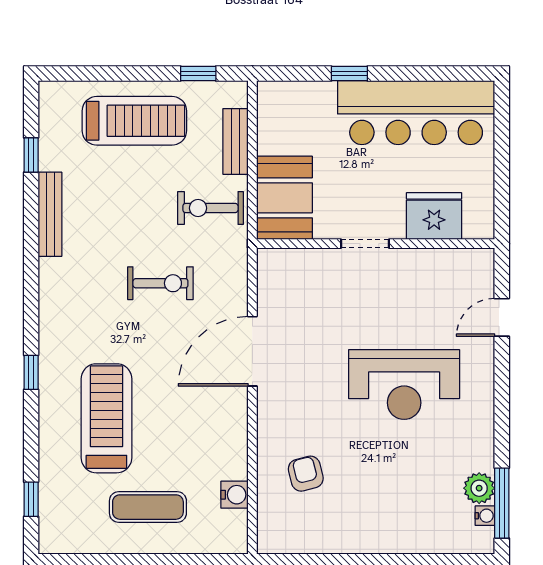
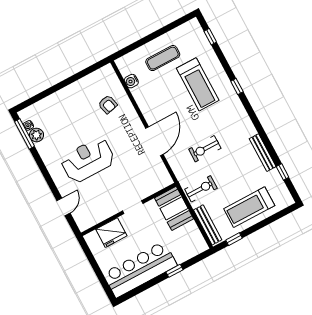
bench: (235, 141) -> (208, 225), width x1.36

